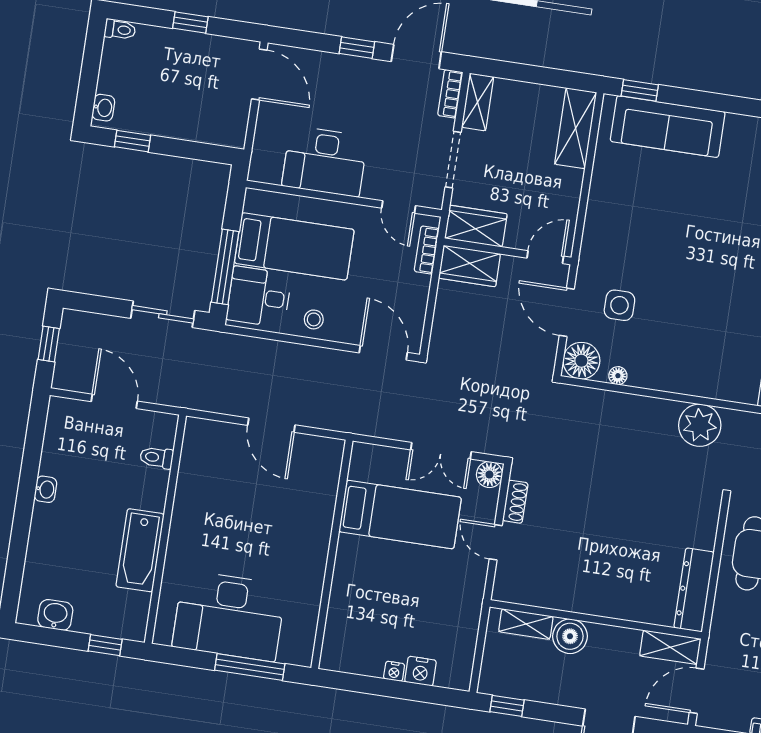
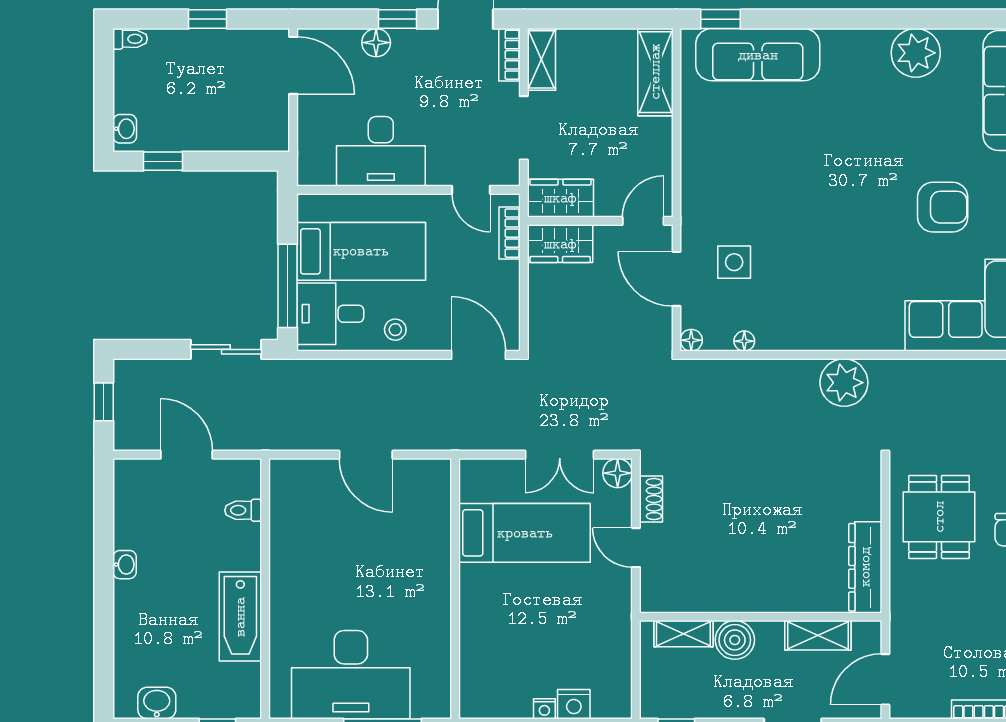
floor lamp: (335, 65) -> (376, 43), added
floor lamp: (581, 361) -> (691, 340), width x0.53, depth x0.53
shelving: (670, 647) -> (818, 635), moved

